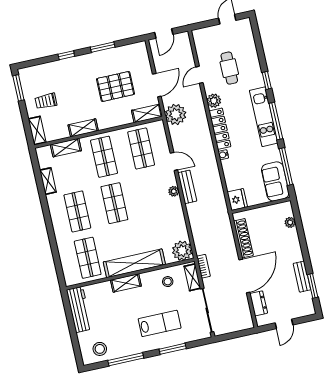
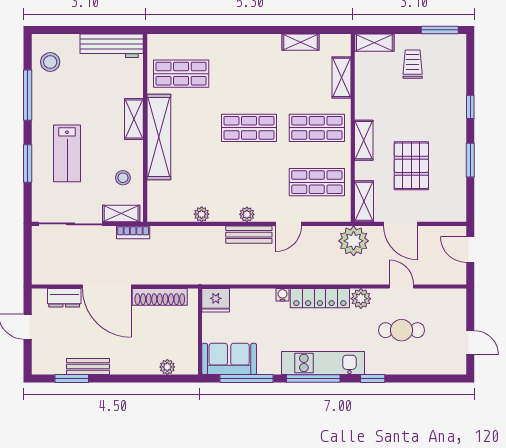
shelving: (83, 128) -> (364, 140), moved
shop shelf: (77, 211) -> (249, 74), removed
plant: (182, 251) -> (202, 214), moved, width x0.53, depth x0.53

